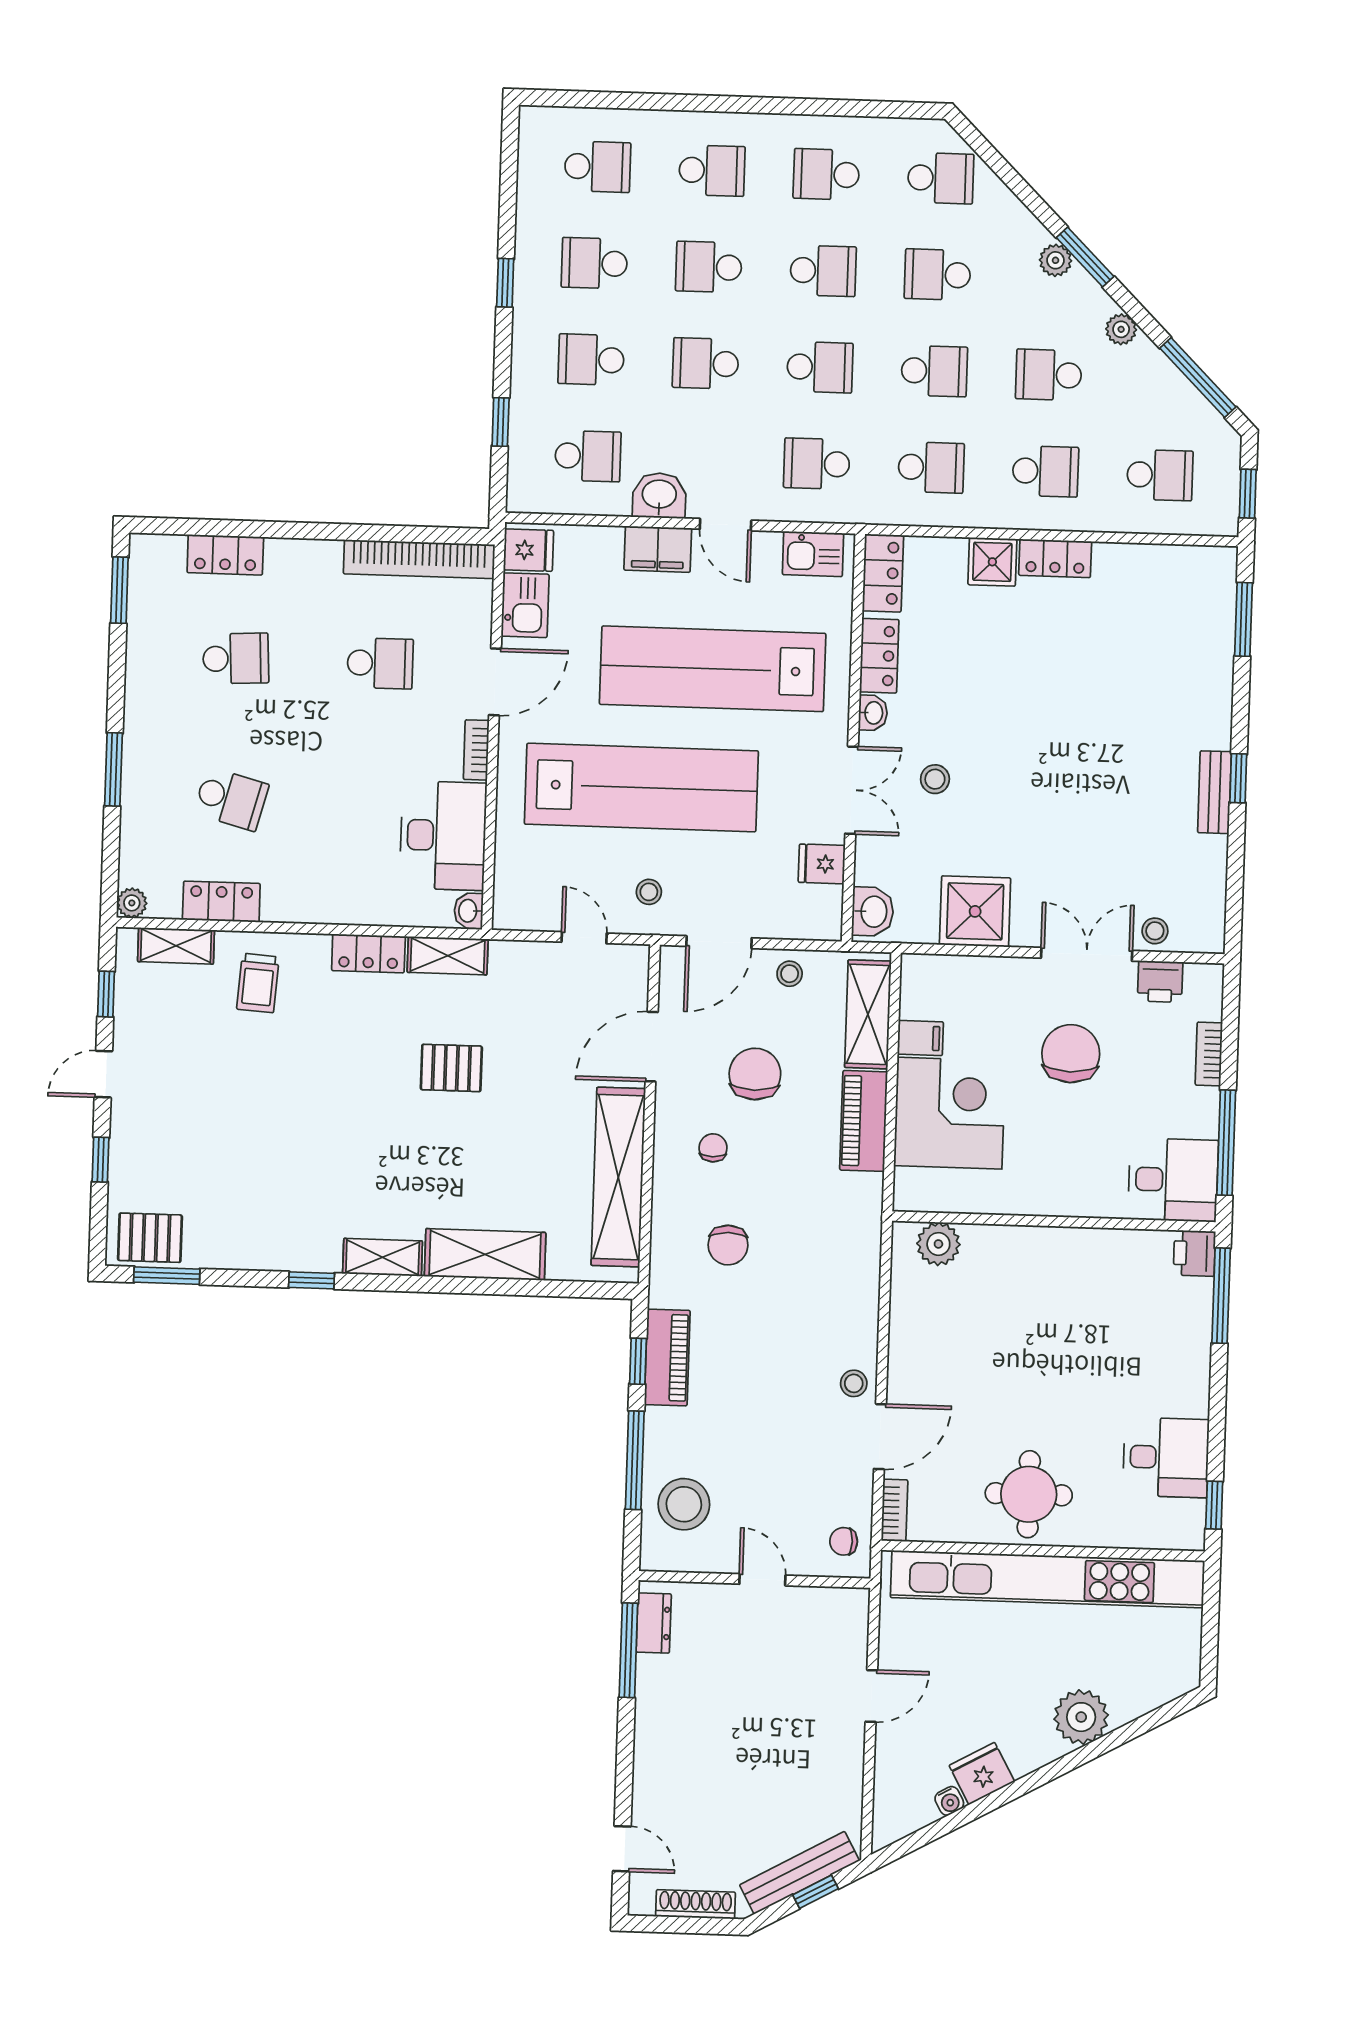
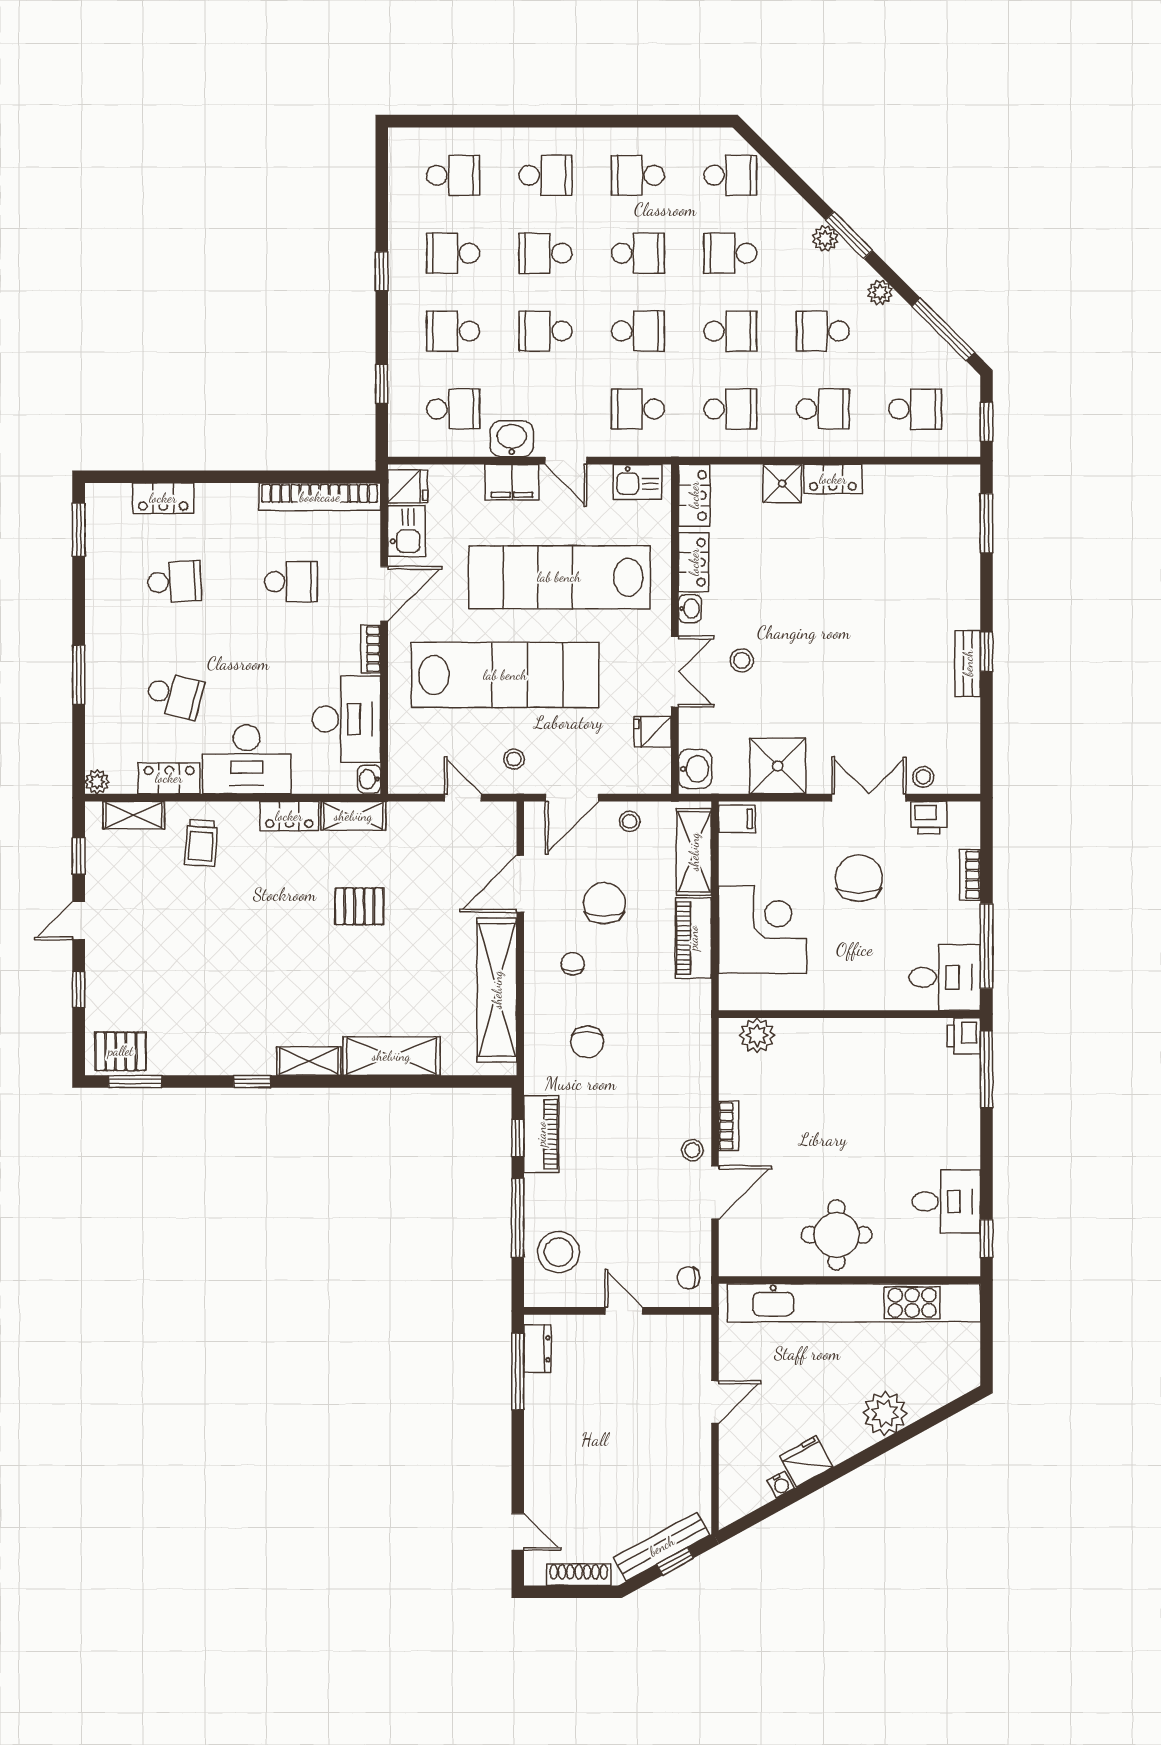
desk: (318, 881) -> (247, 759), added
filing cabinet: (920, 1038) -> (737, 819), moved
bookcase: (894, 1510) -> (729, 1126), moved

